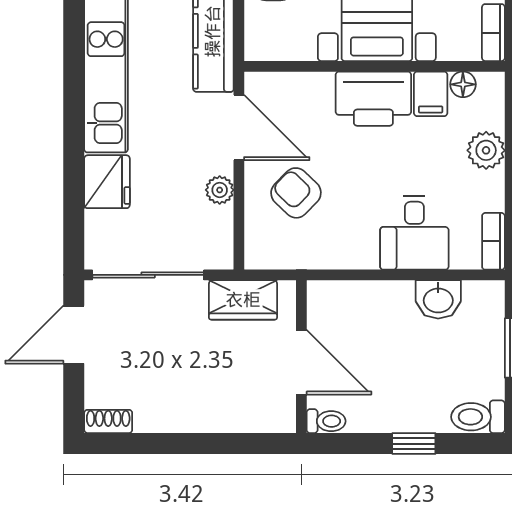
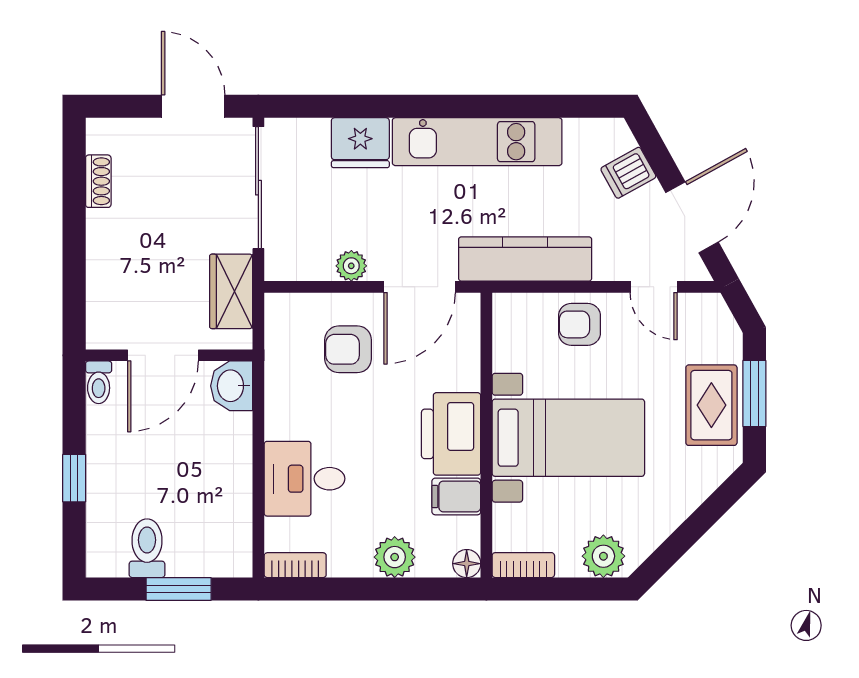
floor lamp: (463, 84) -> (467, 564), moved
armchair: (296, 193) -> (348, 349), turned -134
washbasin: (438, 299) -> (232, 386), moved
toilet: (478, 417) -> (147, 548), moved
shoe rack: (108, 421) -> (98, 181), moved

